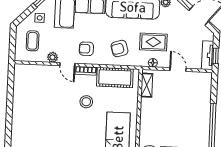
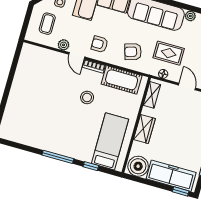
wardrobe: (147, 119) -> (144, 129), added

